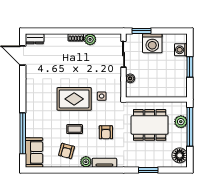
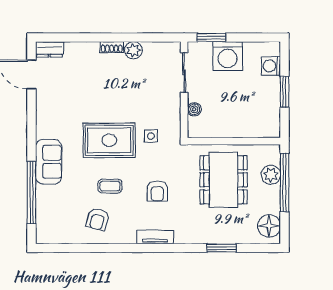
dining table: (150, 125) -> (224, 180), turned 90
sofa: (34, 152) -> (49, 162), moved
plant: (86, 162) -> (127, 236), removed

